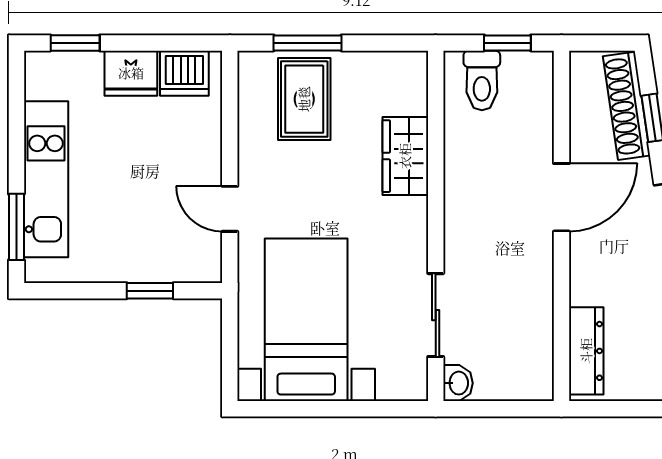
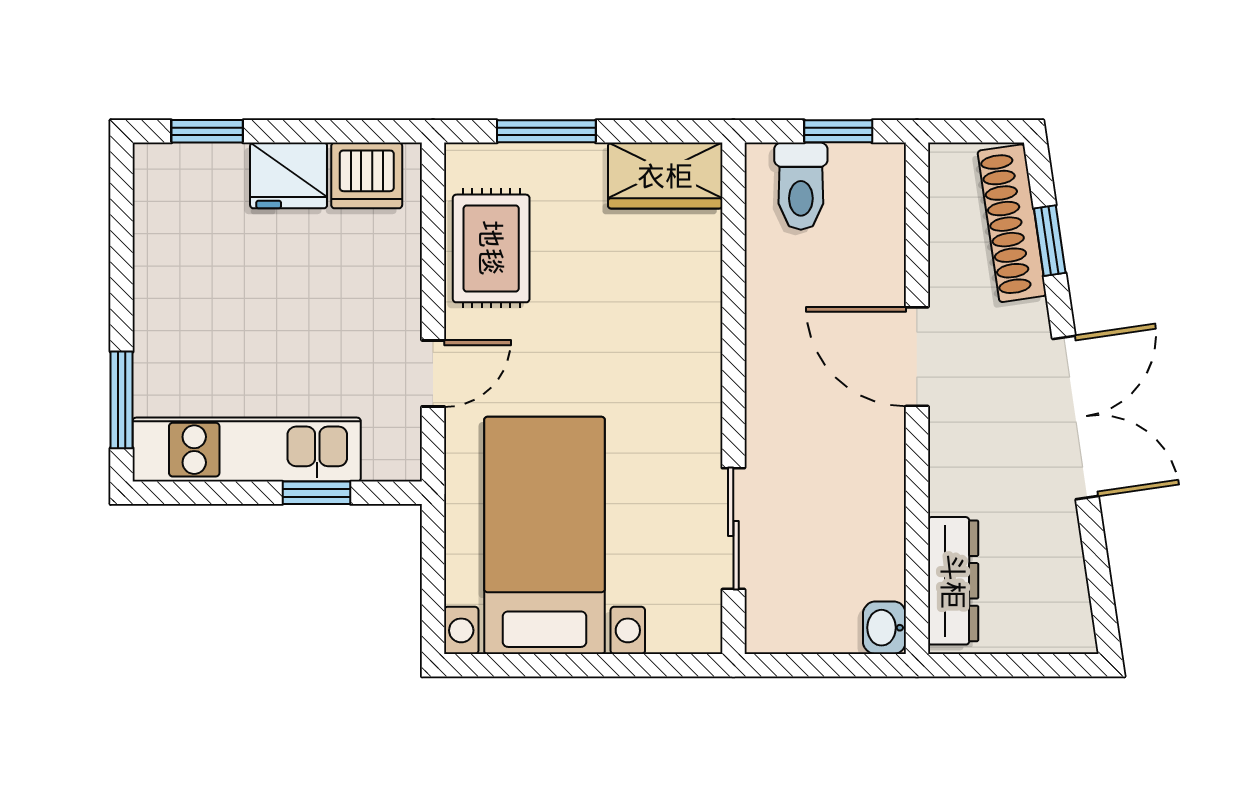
rug: (304, 99) -> (491, 248), moved
wardrobe: (405, 156) -> (665, 176), moved, turned -90
kitchen unit: (46, 179) -> (247, 450), moved, turned -90
door: (561, 197) -> (917, 357), swing flipped
door: (230, 209) -> (433, 373), swing flipped
washbasin: (458, 383) -> (884, 628), moved, turned 180

